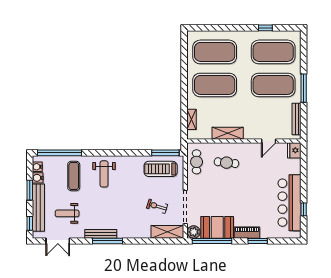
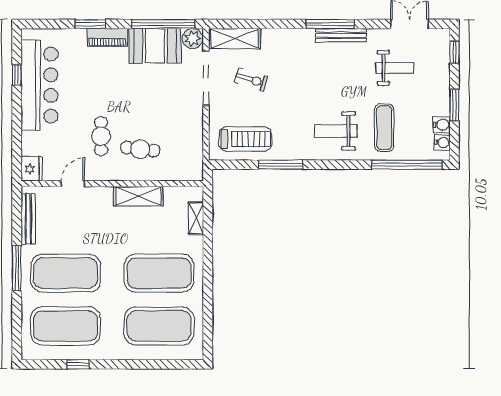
window: (165, 153) -> (281, 165), moved
cafe table: (197, 162) -> (101, 136), moved
weight bench: (104, 174) -> (336, 131), turned -90
bench: (38, 208) -> (441, 77), removed

